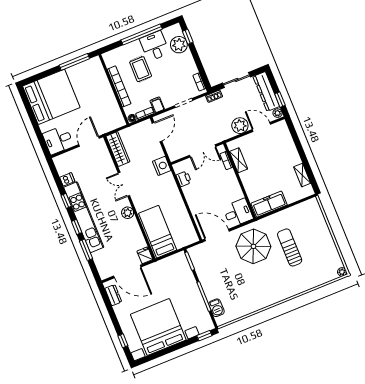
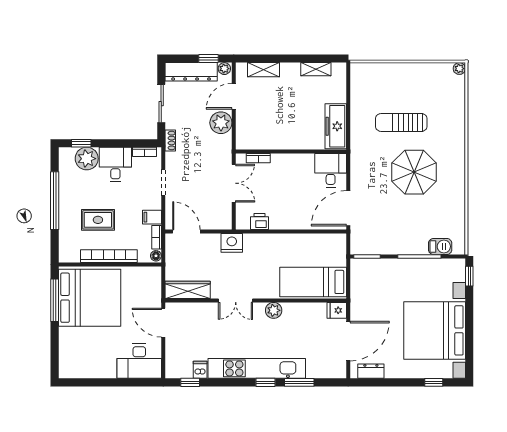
desk: (155, 46) -> (115, 164), moved, turned 90
bed: (51, 97) -> (90, 298), moved, turned 90
desk: (58, 140) -> (139, 361), width x1.37
shelving: (239, 160) -> (264, 70), moved
window: (66, 201) -> (190, 382), moved
parasol: (253, 246) -> (414, 172), moved

